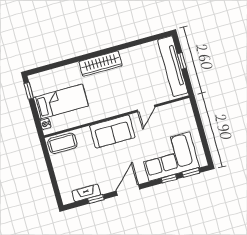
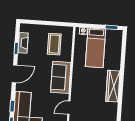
door: (146, 108) -> (69, 108), hinge flipped
coffee table: (62, 143) -> (54, 44), moved
door: (128, 190) -> (15, 74), hinge flipped

